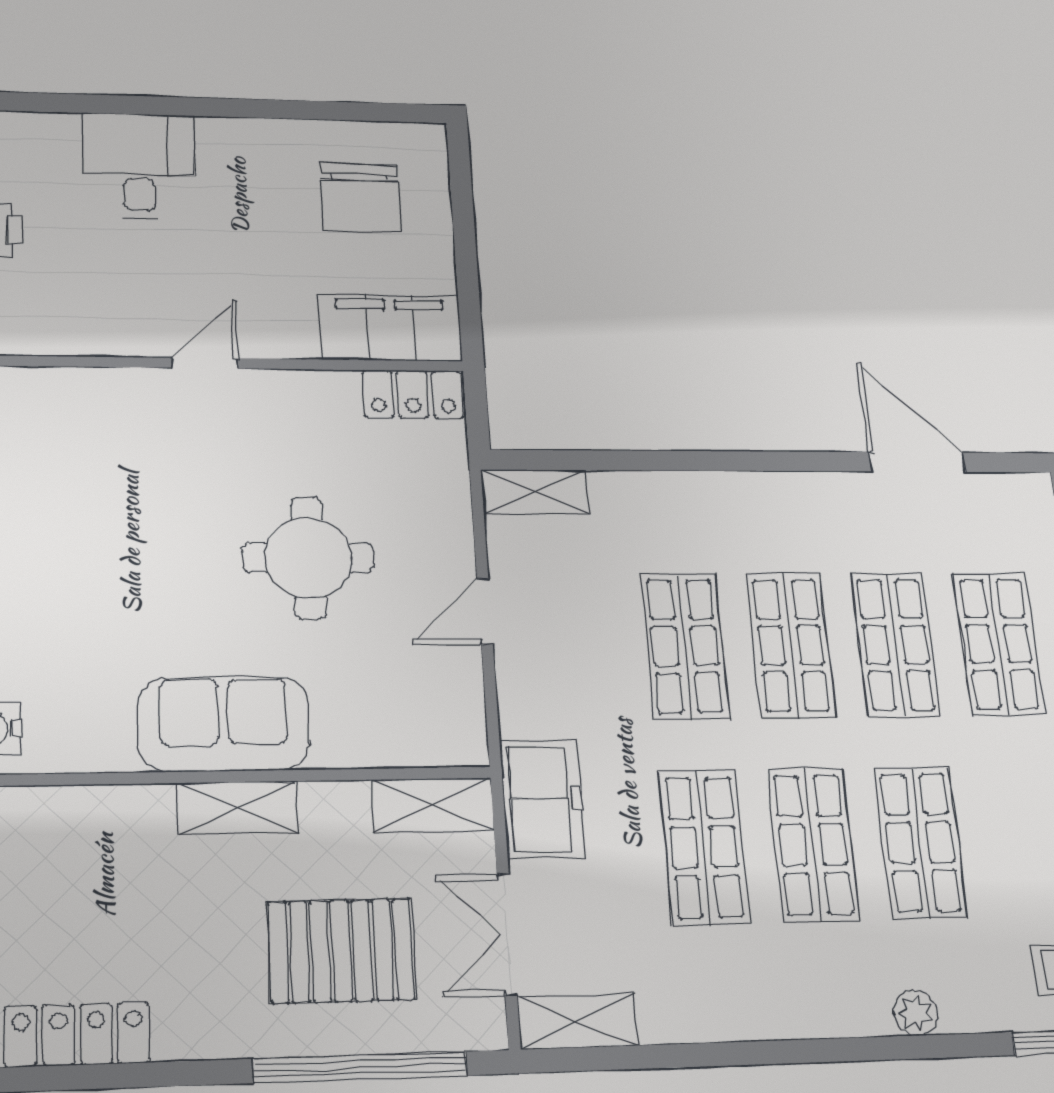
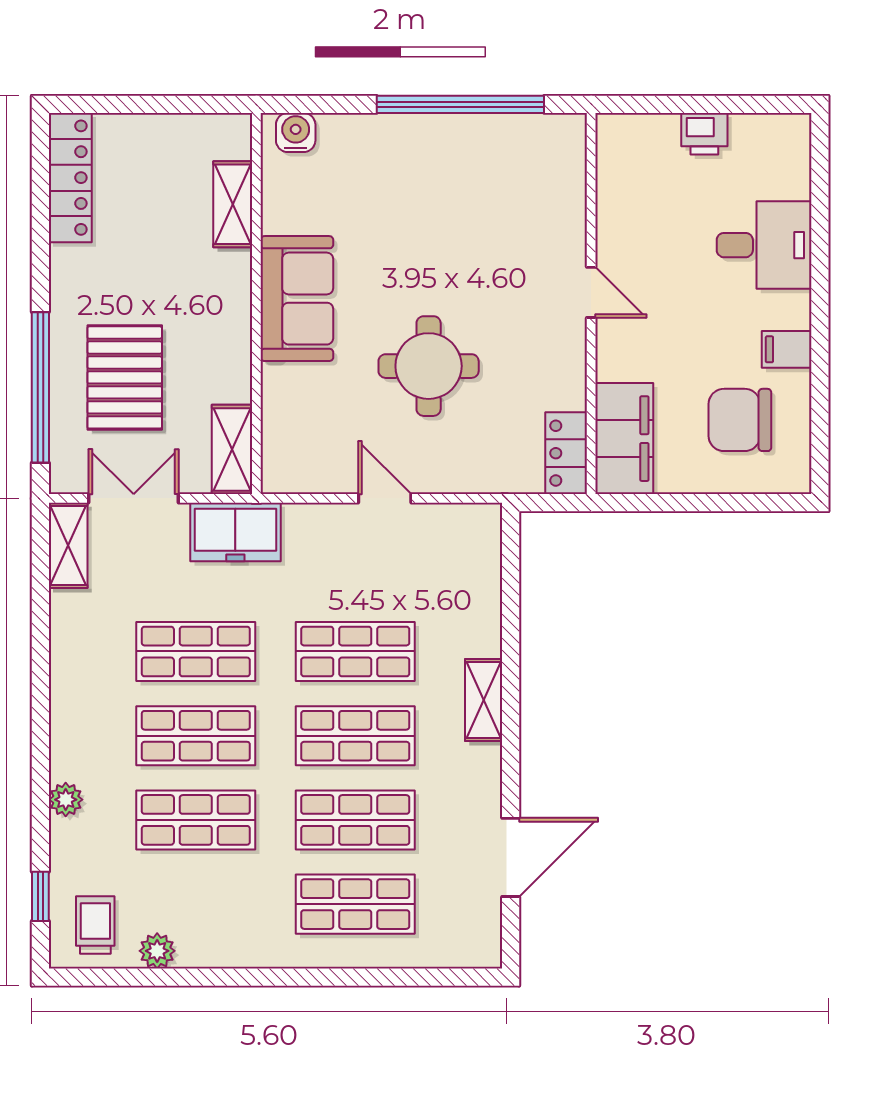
filing cabinet: (270, 145) -> (787, 349), added
shelving: (535, 492) -> (484, 700), moved
shelving: (237, 808) -> (233, 204), moved

